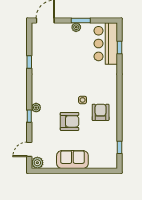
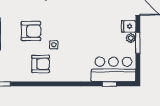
fridge: (65, 29) -> (129, 26), added
armchair: (70, 121) -> (31, 31), turned -90

